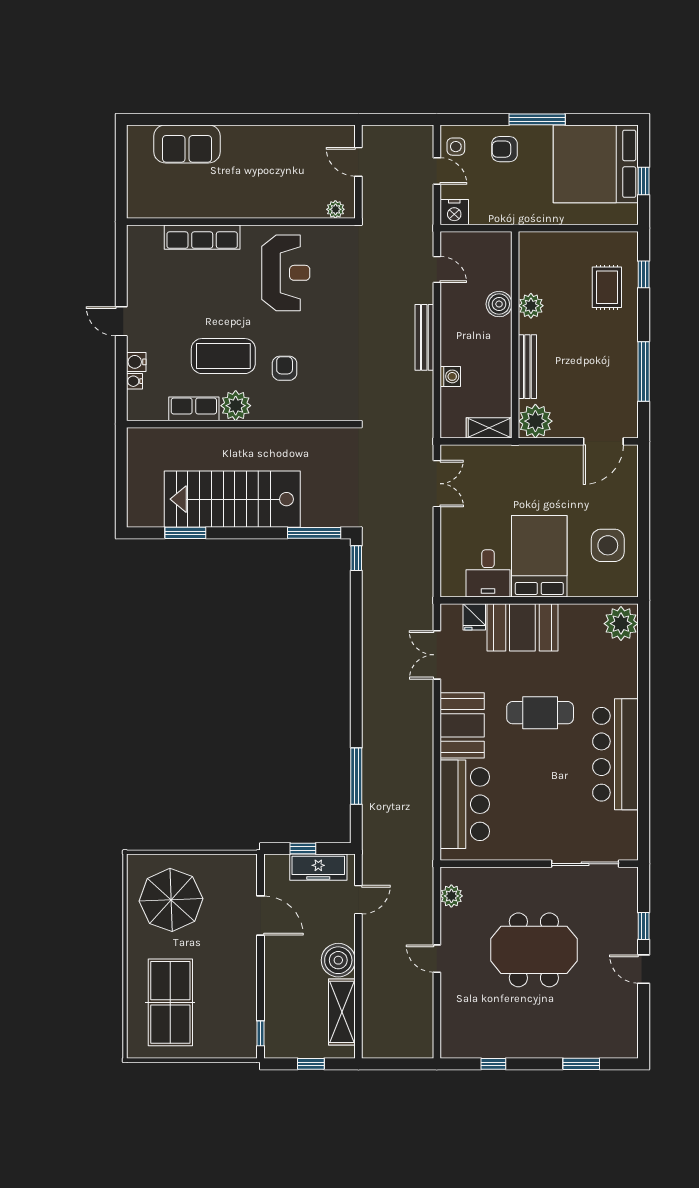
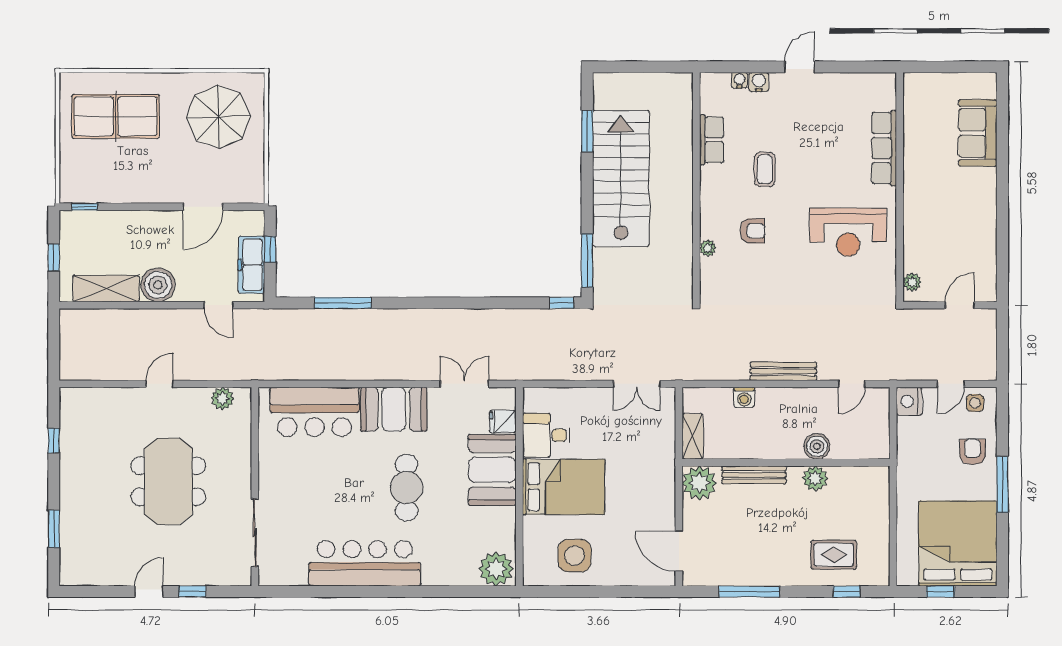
coffee table: (223, 356) -> (765, 169), width x0.54, depth x0.58
plant: (236, 406) -> (708, 248), moved, width x0.53, depth x0.53

